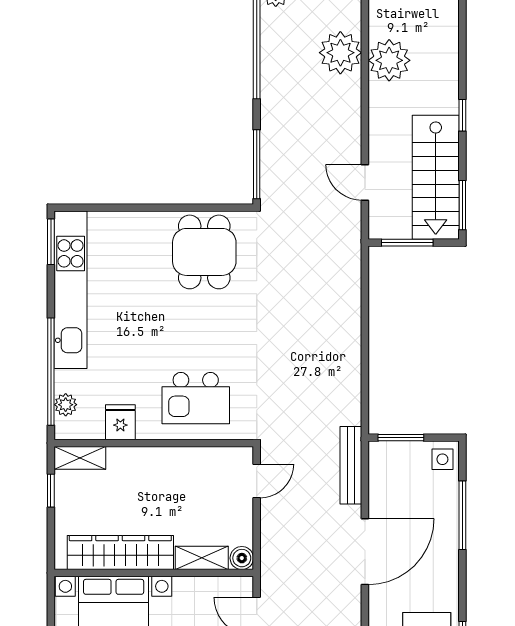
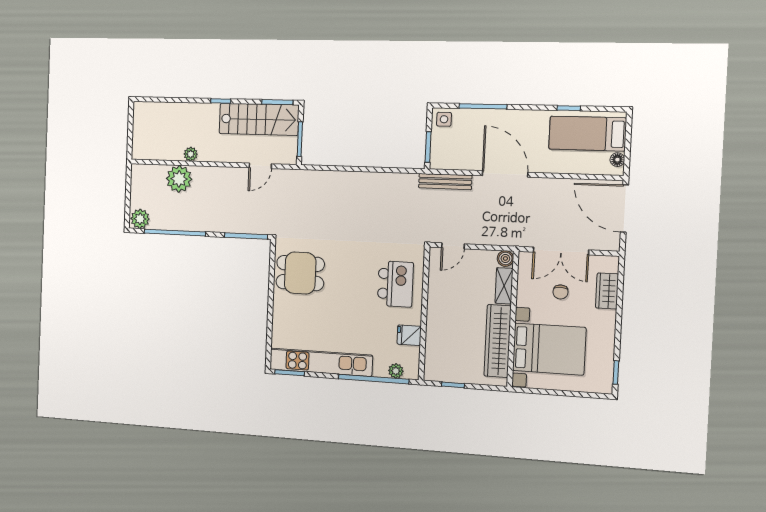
plant: (389, 60) -> (191, 154), width x0.53, depth x0.53
shelving: (80, 458) -> (432, 364), removed
door: (257, 481) -> (453, 246), swing flipped

